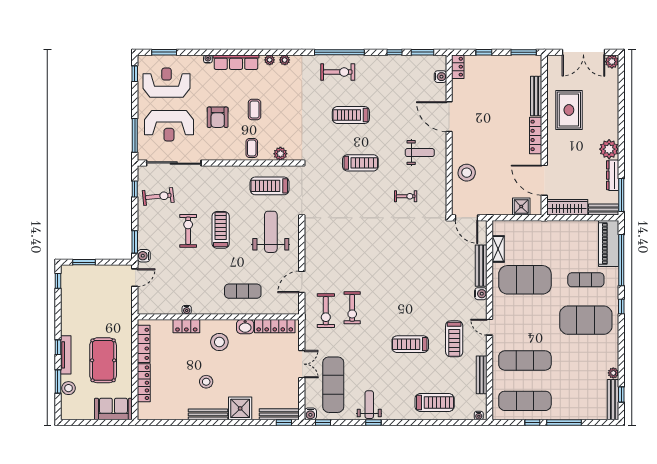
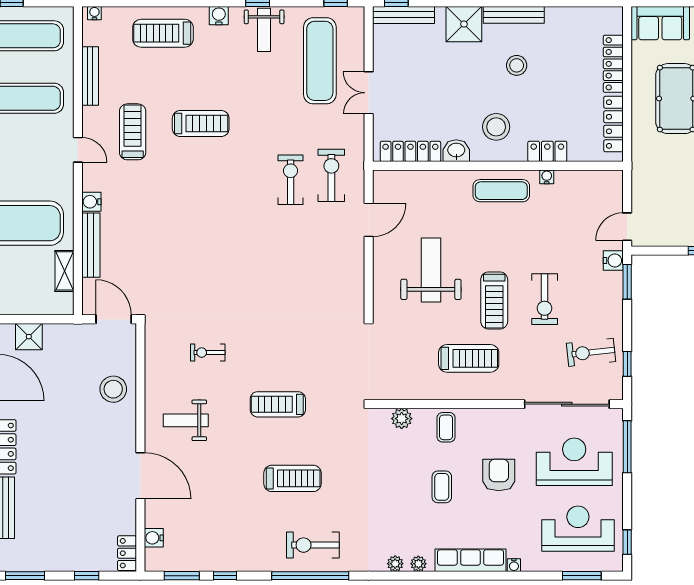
reception desk: (167, 83) -> (578, 529), turned 180
treadmill: (270, 186) -> (469, 358), moved
weight bench: (271, 232) -> (431, 270), moved, turned 180
exercise mat: (243, 291) -> (501, 191), moved
water cooler: (310, 414) -> (219, 16), moved

